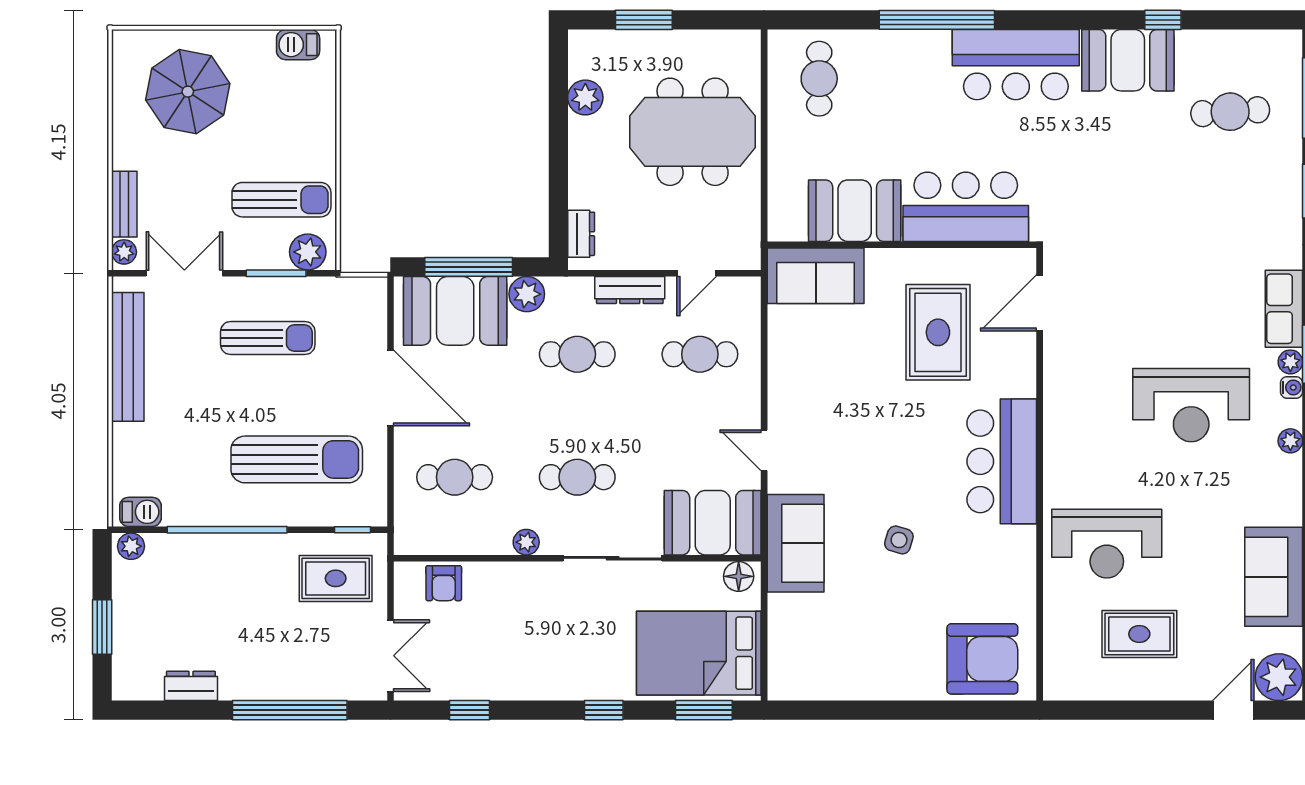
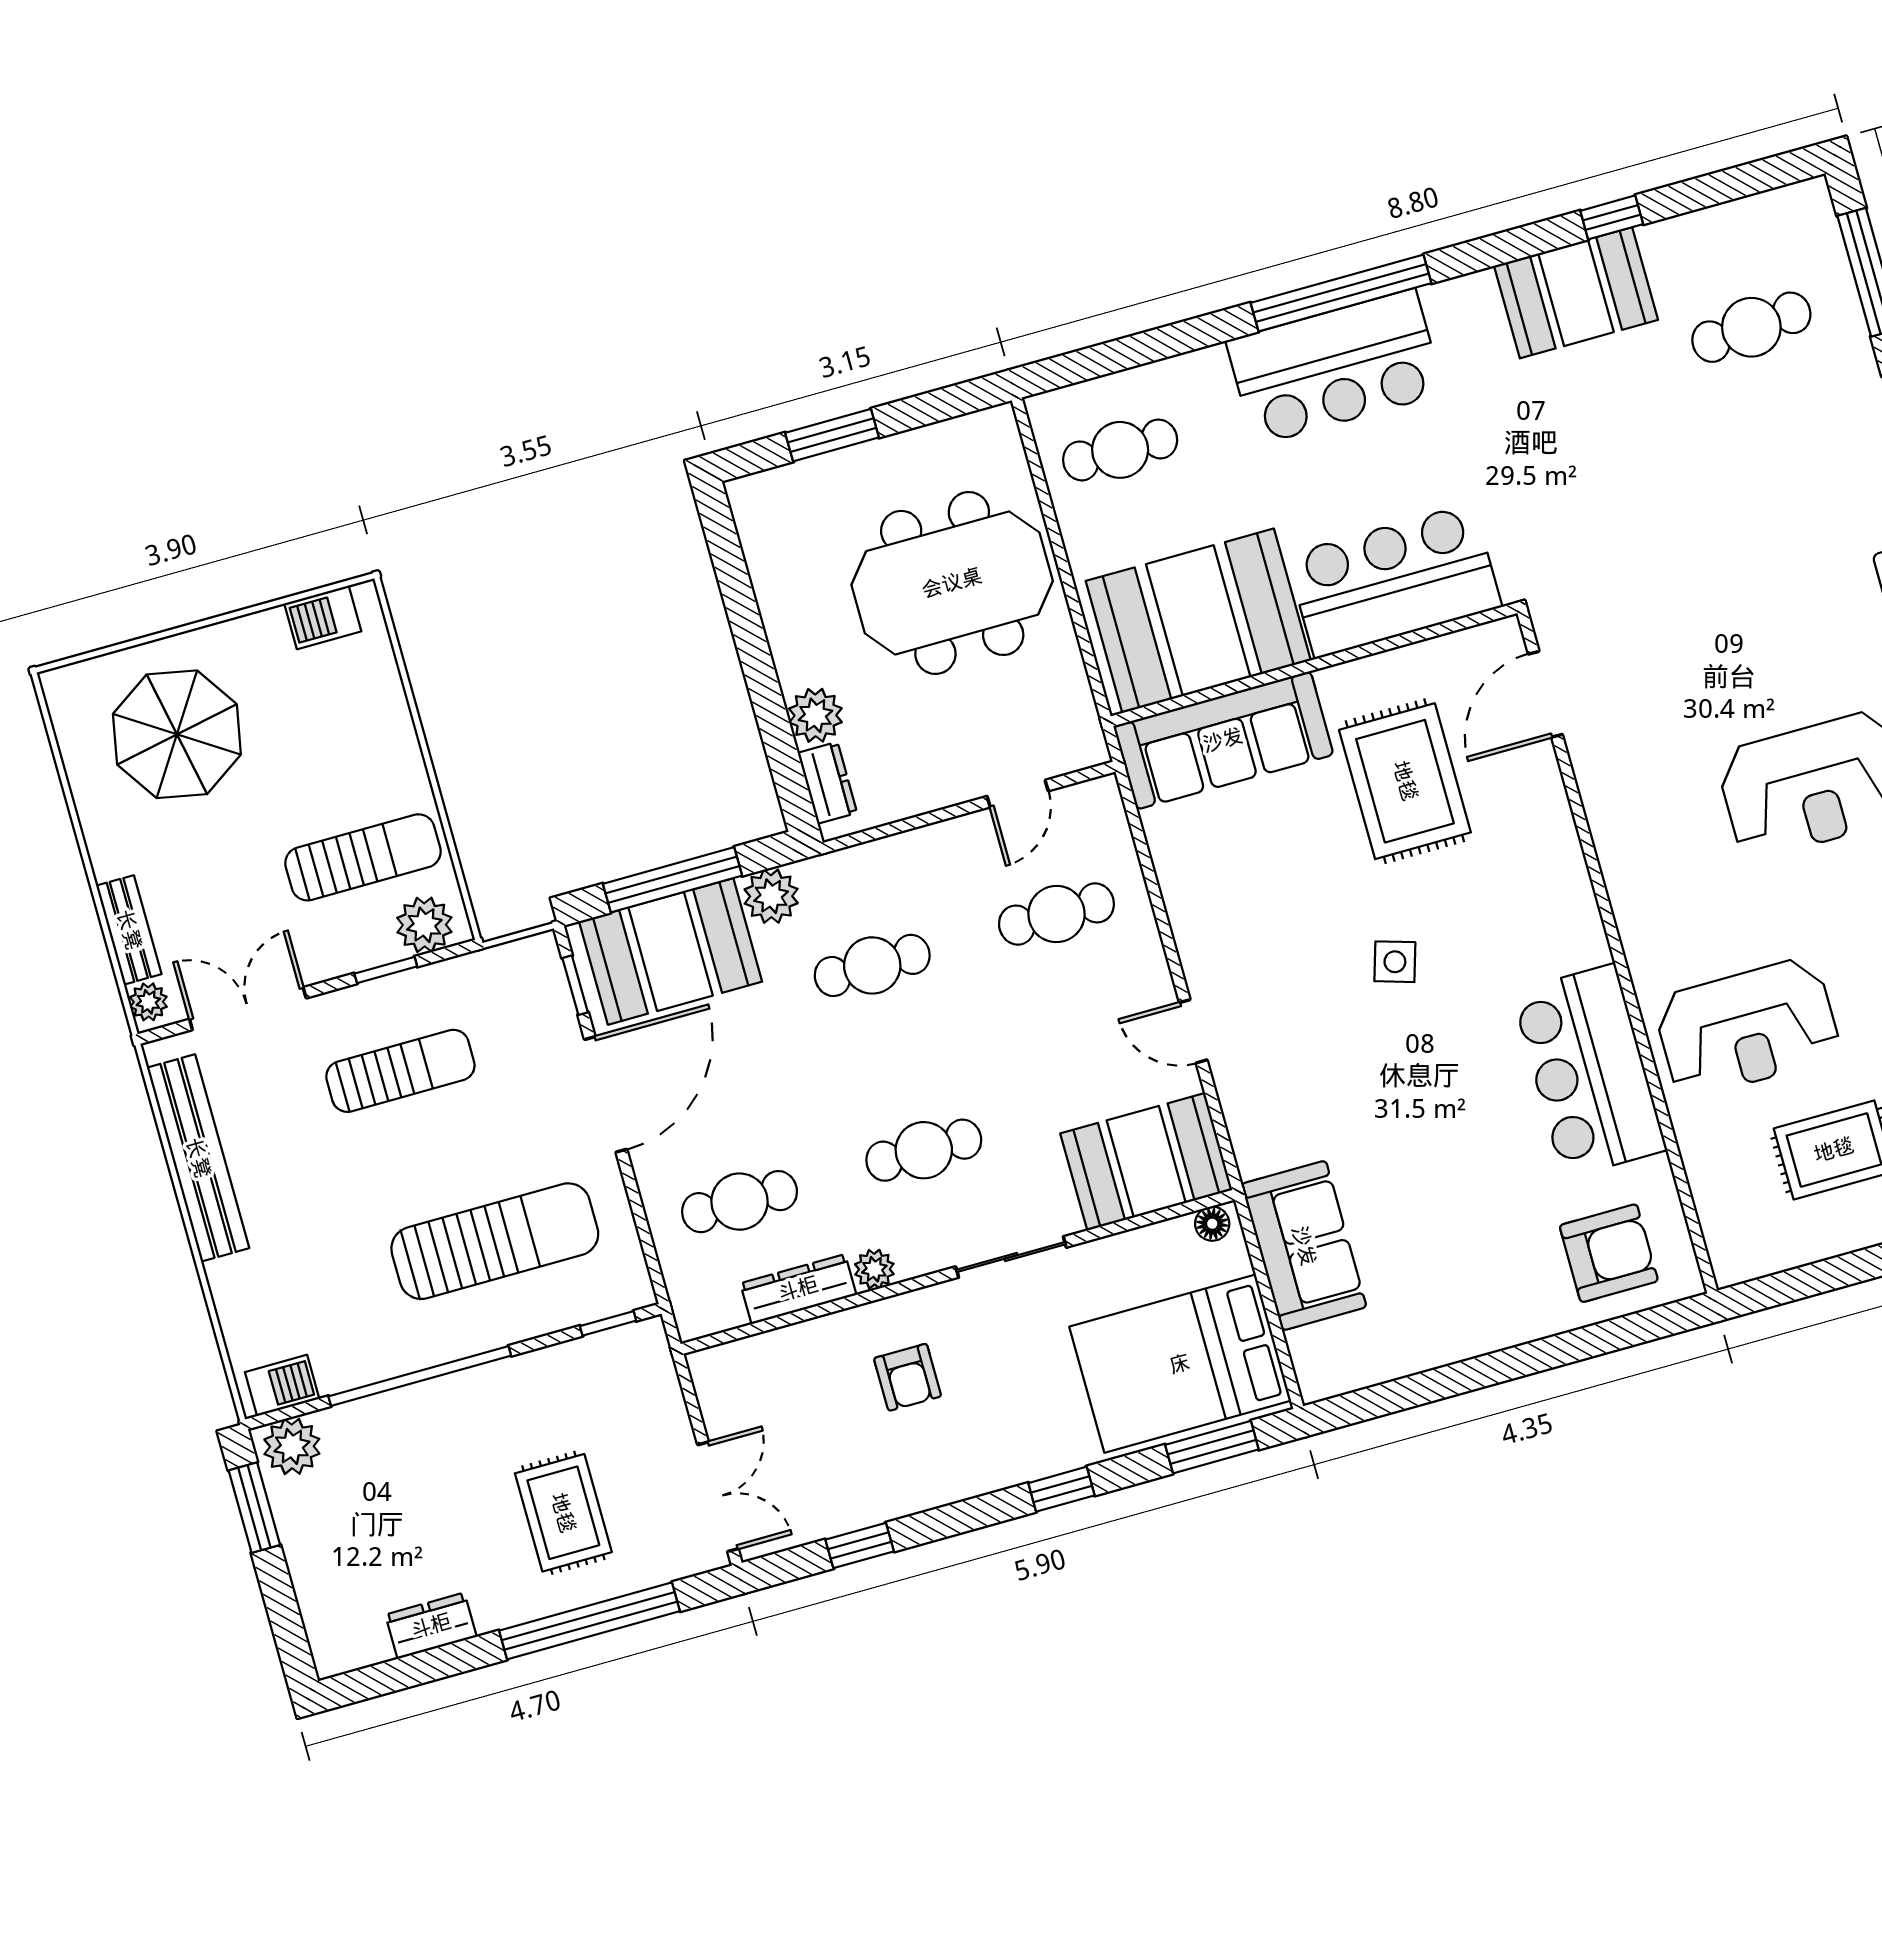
window: (937, 20) -> (1341, 293), moved
bar counter: (1016, 65) -> (1335, 367), moved
cafe table: (819, 79) -> (1120, 450), turned 90
plant: (585, 97) -> (815, 715), moved
booth: (855, 211) -> (1198, 621), width x1.36, depth x1.42
window: (276, 273) -> (386, 970), width x0.67
sofa: (816, 276) -> (1223, 740), width x1.36
dresser: (630, 290) -> (798, 1289), moved, turned 180
window: (390, 315) -> (575, 985), added
door: (390, 388) -> (606, 1094), hinge flipped
bar counter: (1002, 461) -> (1589, 1071), moved
side table: (899, 540) -> (1395, 962), moved
sofa: (796, 543) -> (1304, 1246), moved
plant: (131, 546) -> (292, 1446), width x1.38, depth x1.38
sliding door: (613, 558) -> (1011, 1257), width x0.73
floor lamp: (739, 576) -> (1212, 1224), width x0.73, depth x0.73
rug: (336, 578) -> (563, 1513), moved, turned 90
armchair: (444, 583) -> (908, 1377), moved
window: (102, 627) -> (254, 1508), moved
armchair: (982, 659) -> (1609, 1253), width x0.73, depth x0.73

